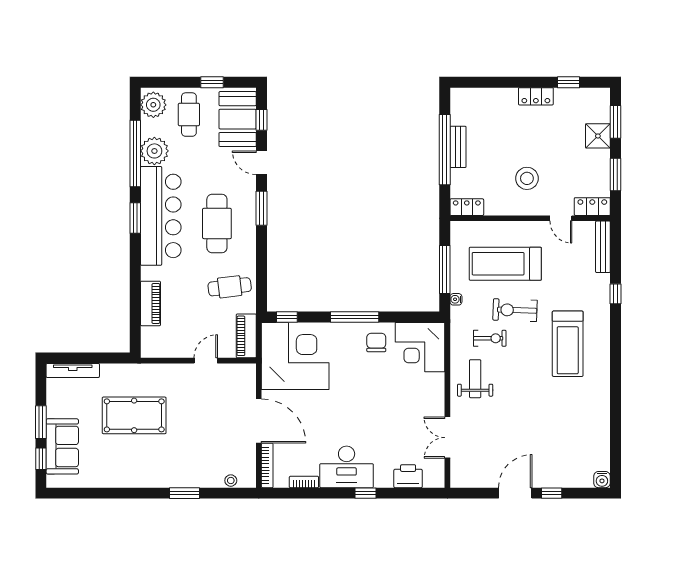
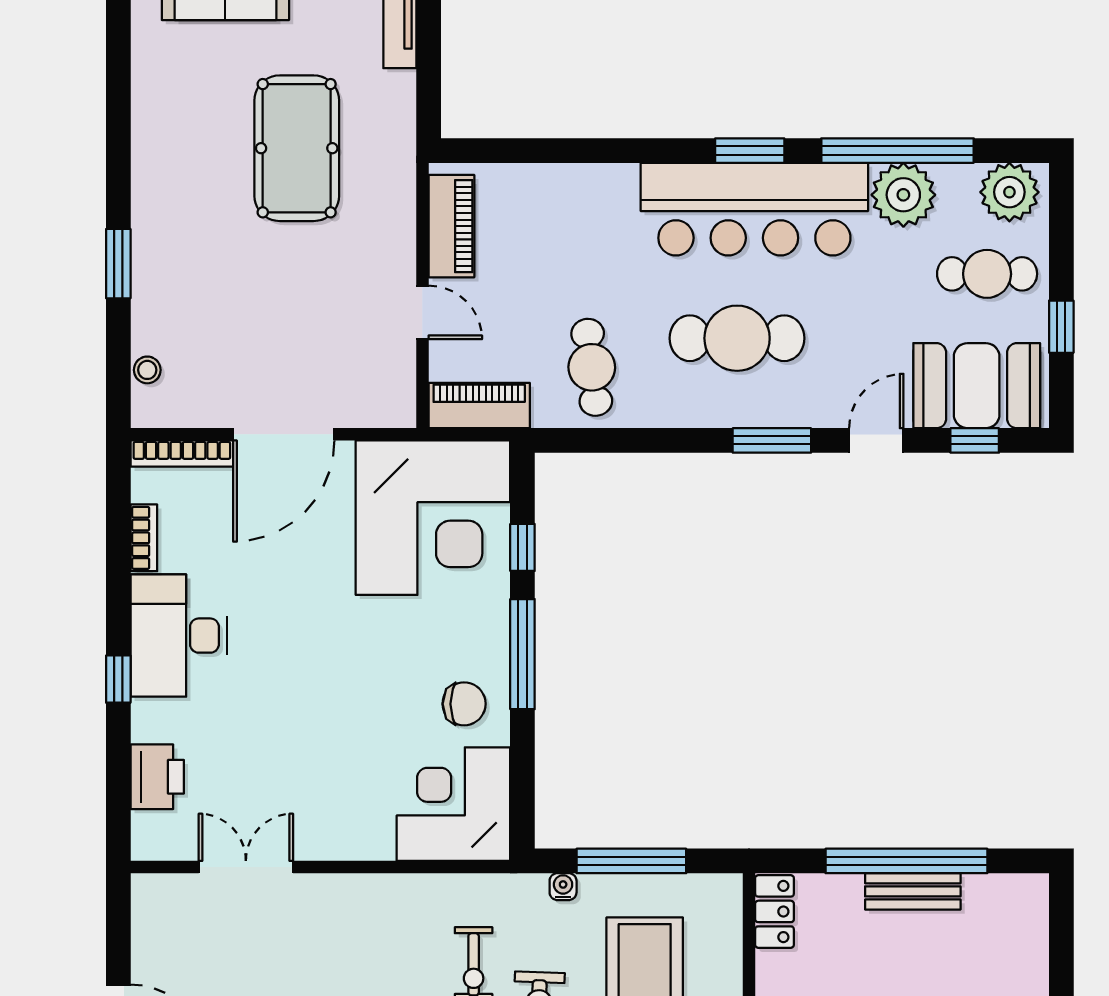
piano: (150, 303) -> (451, 226), moved, turned -90
window: (287, 317) -> (522, 547), moved
weight bench: (475, 379) -> (381, 931), removed

